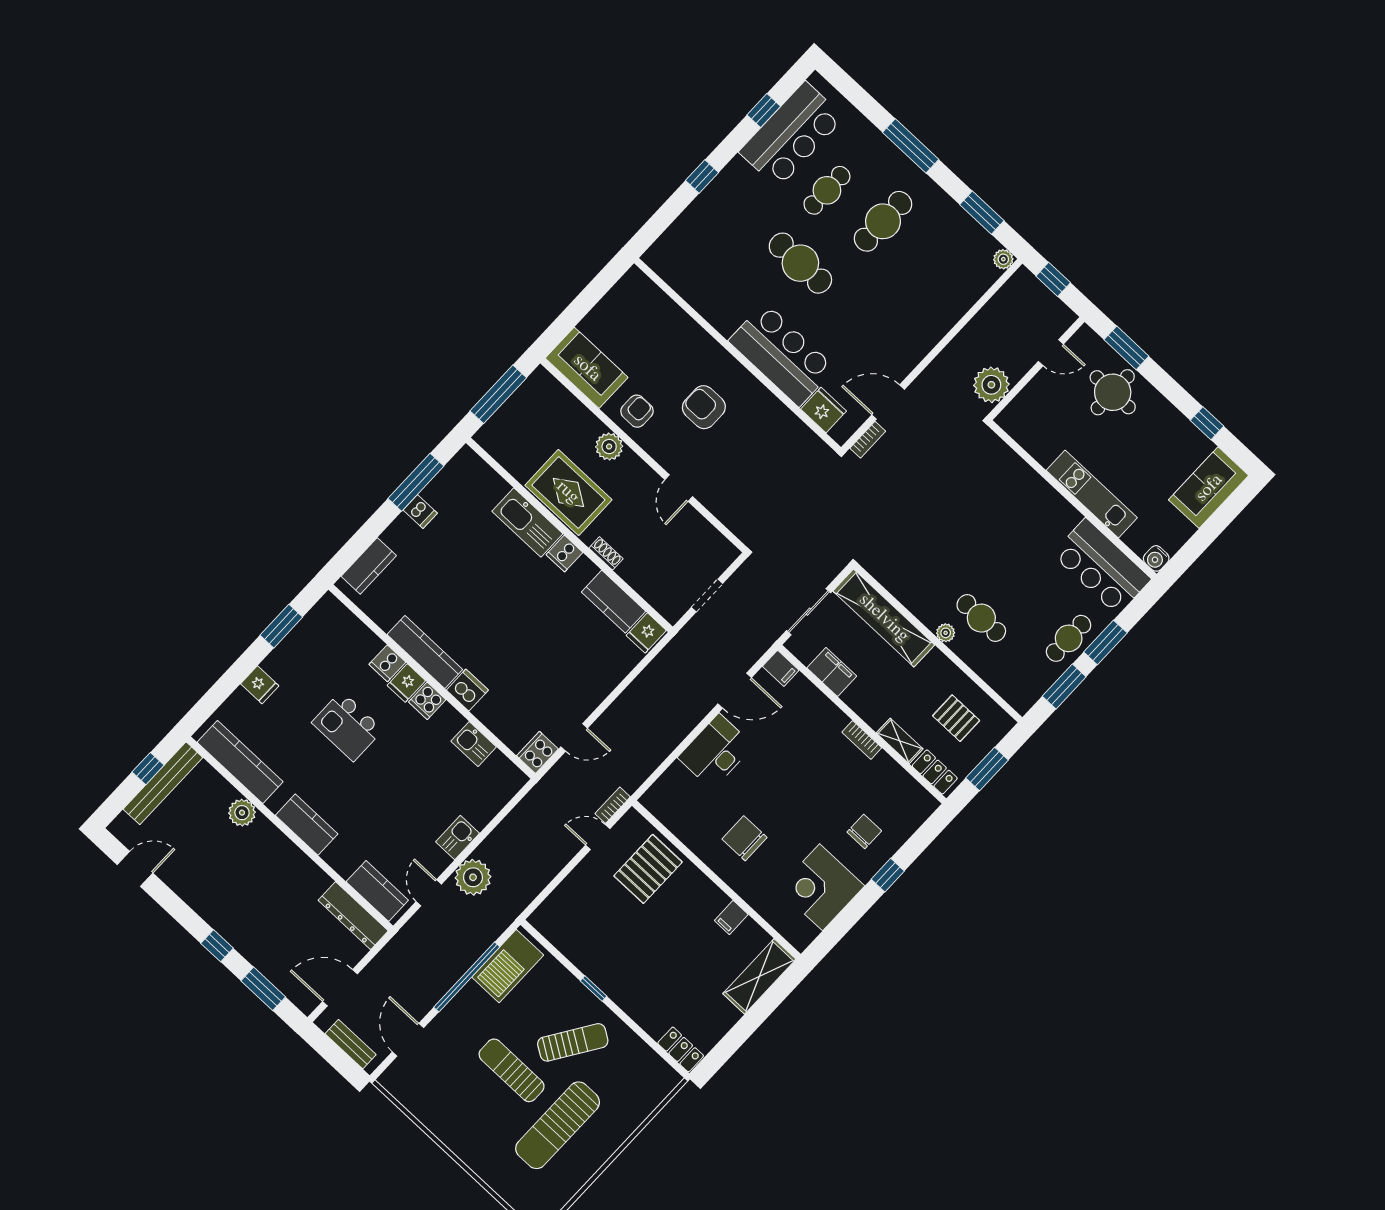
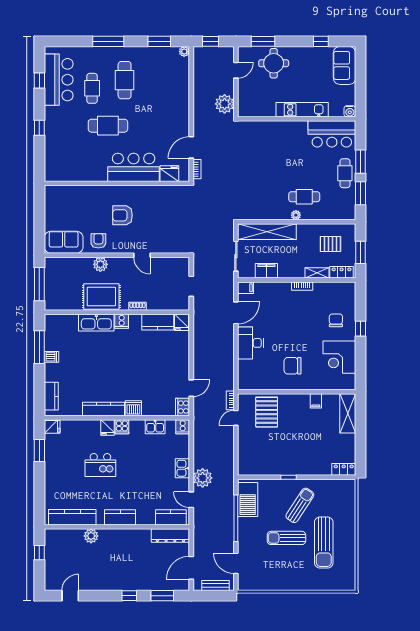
cooker: (387, 663) -> (183, 427), moved
fridge: (260, 685) -> (52, 427), moved
bench: (163, 783) -> (50, 553), removed

